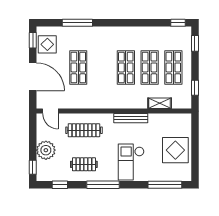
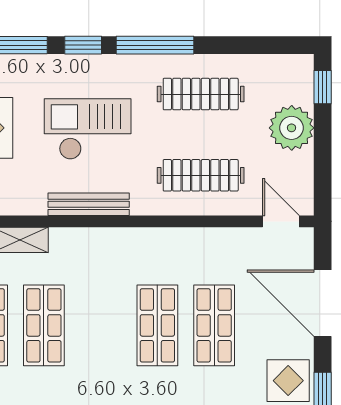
shop shelf: (126, 67) -> (157, 325), moved
checkout: (131, 162) -> (88, 129), moved, turned -90
clothes rail: (84, 164) -> (201, 94), width x1.36
window: (60, 185) -> (83, 45), moved

